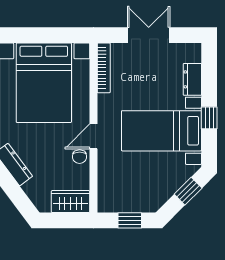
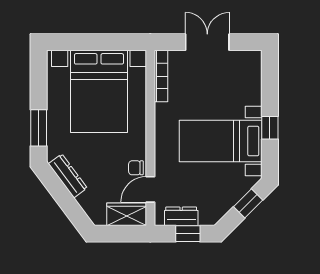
dresser: (192, 79) -> (181, 216), moved, turned 90
door: (93, 136) -> (150, 189), moved
chair: (80, 157) -> (136, 168), turned 90

